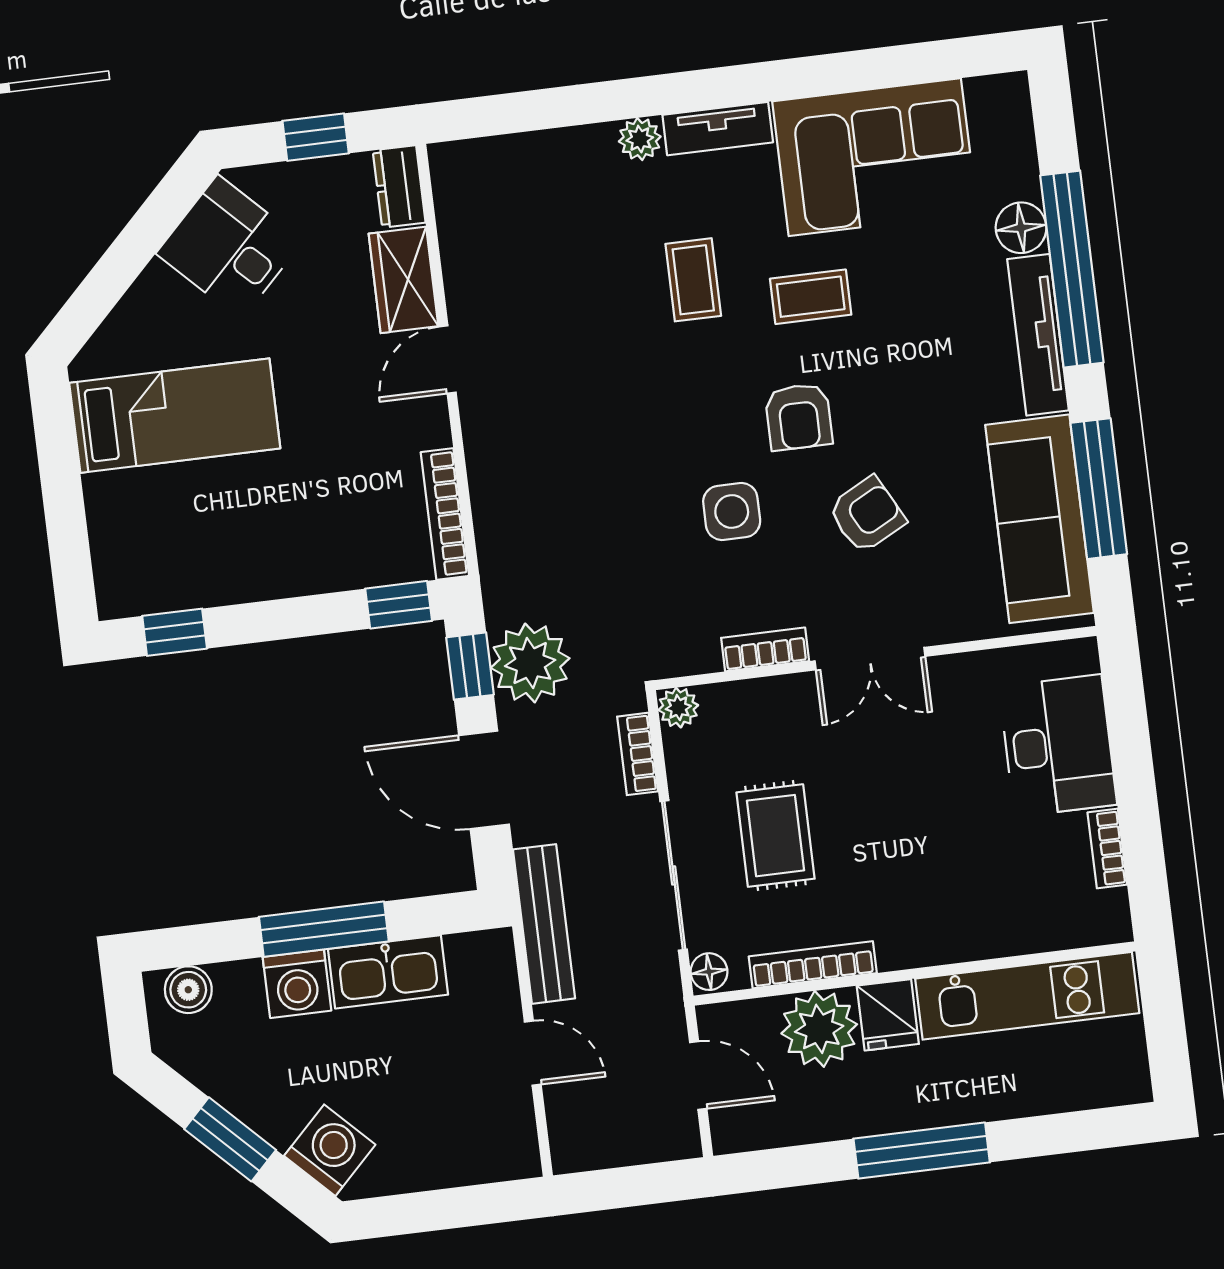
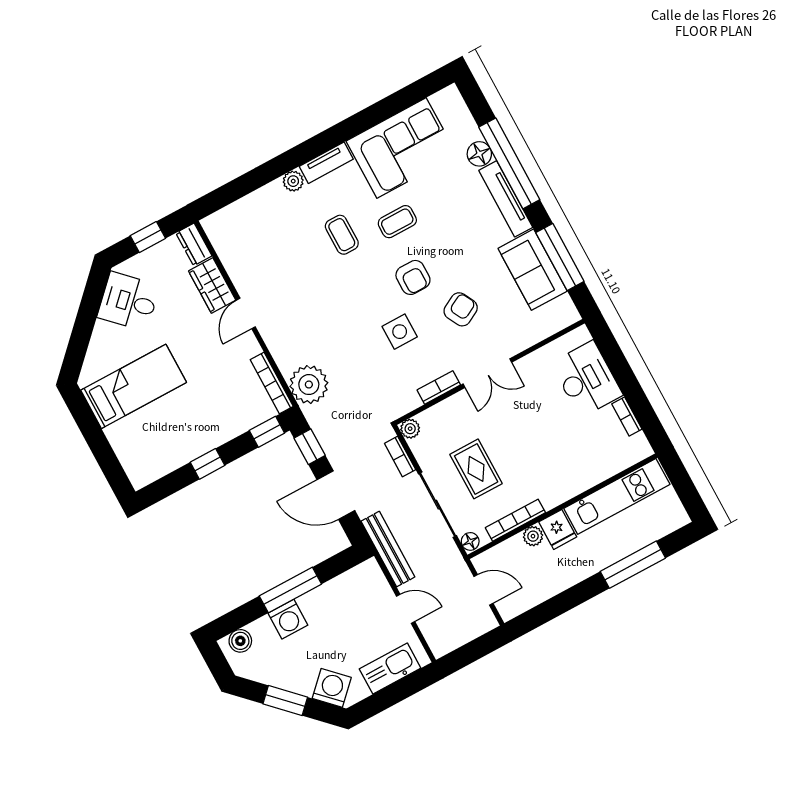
sofa: (1039, 519) -> (533, 270), width x0.73
window: (175, 632) -> (208, 464), moved
plant: (530, 663) -> (309, 385), moved
kitchen sink: (388, 972) -> (390, 669), moved, turned 180
plant: (819, 1029) -> (533, 536), width x0.53, depth x0.53
window: (922, 1151) -> (633, 565), moved

